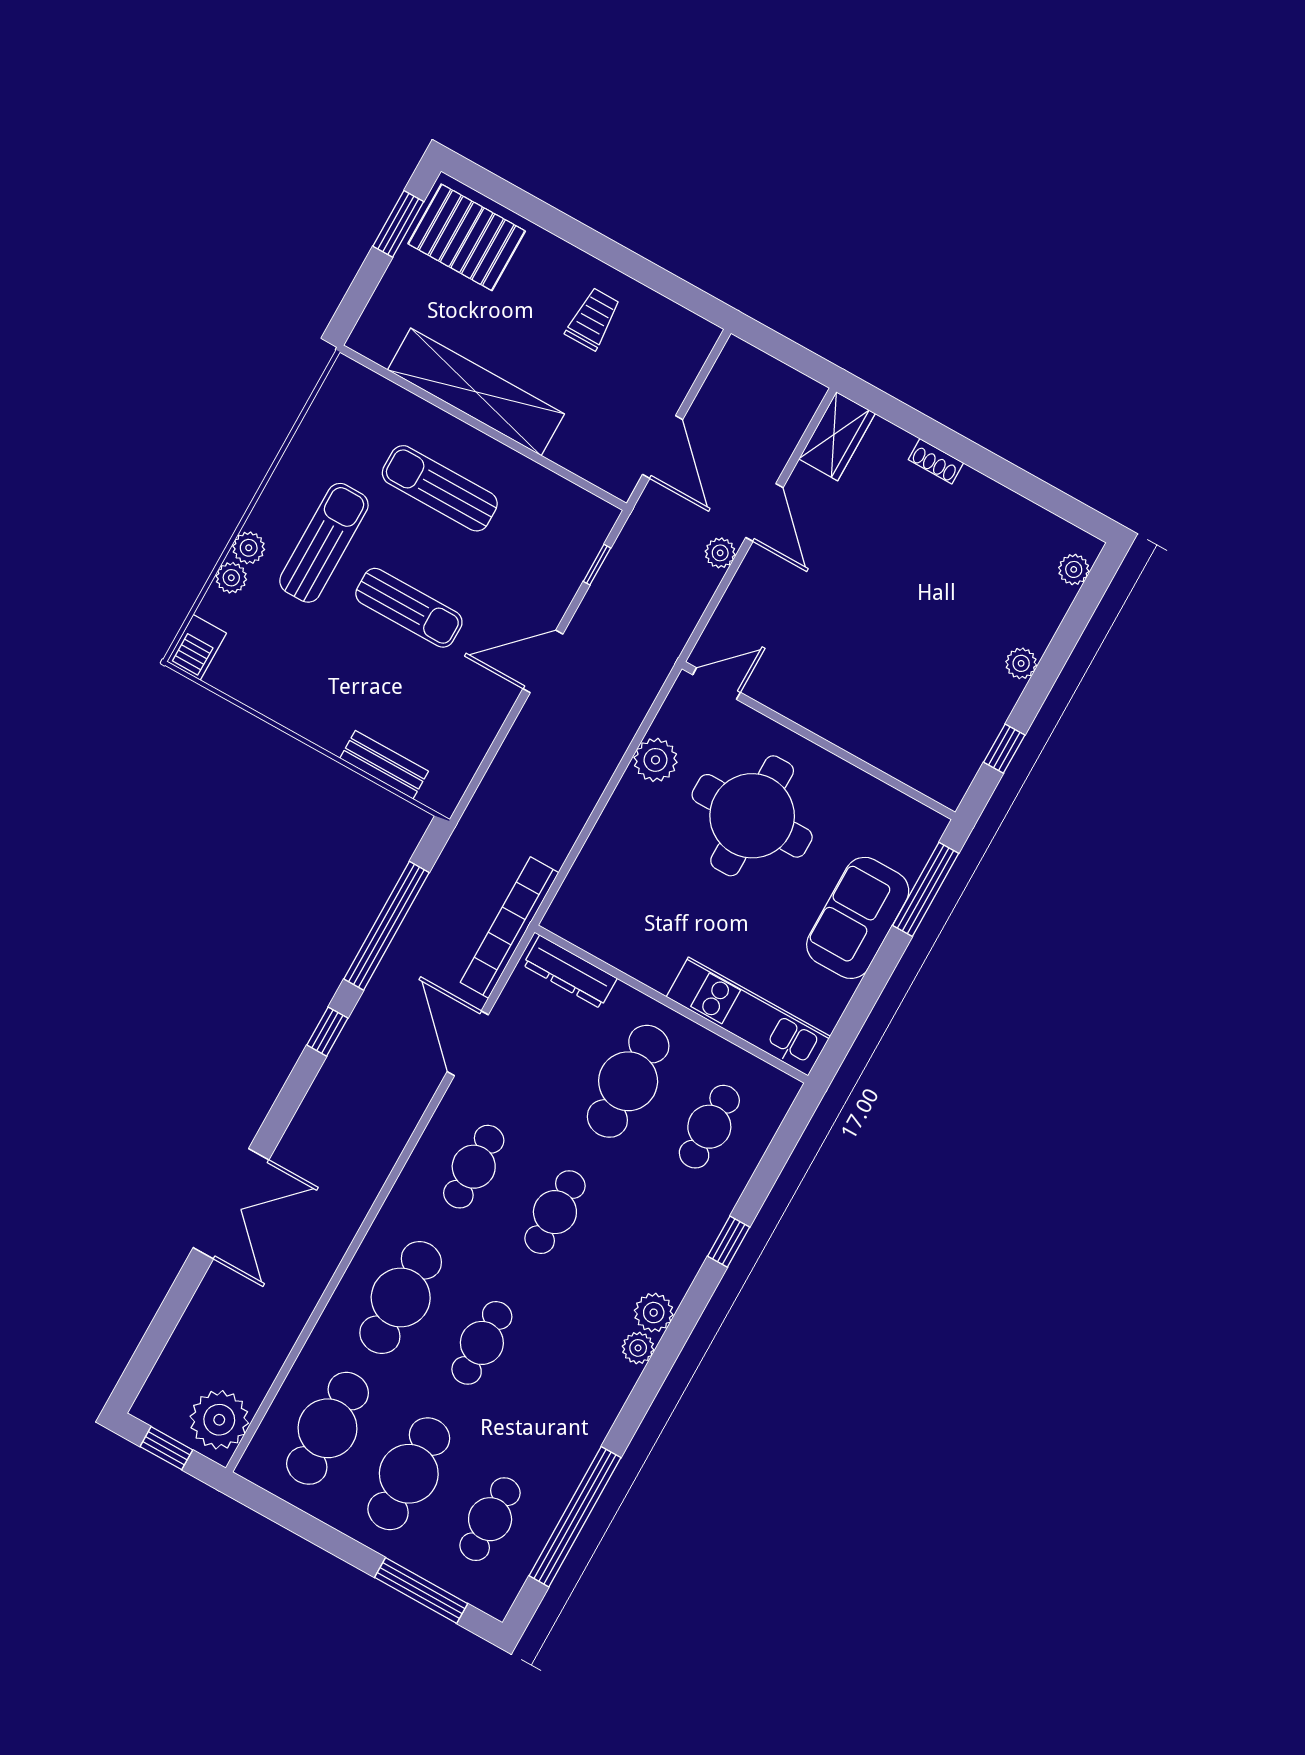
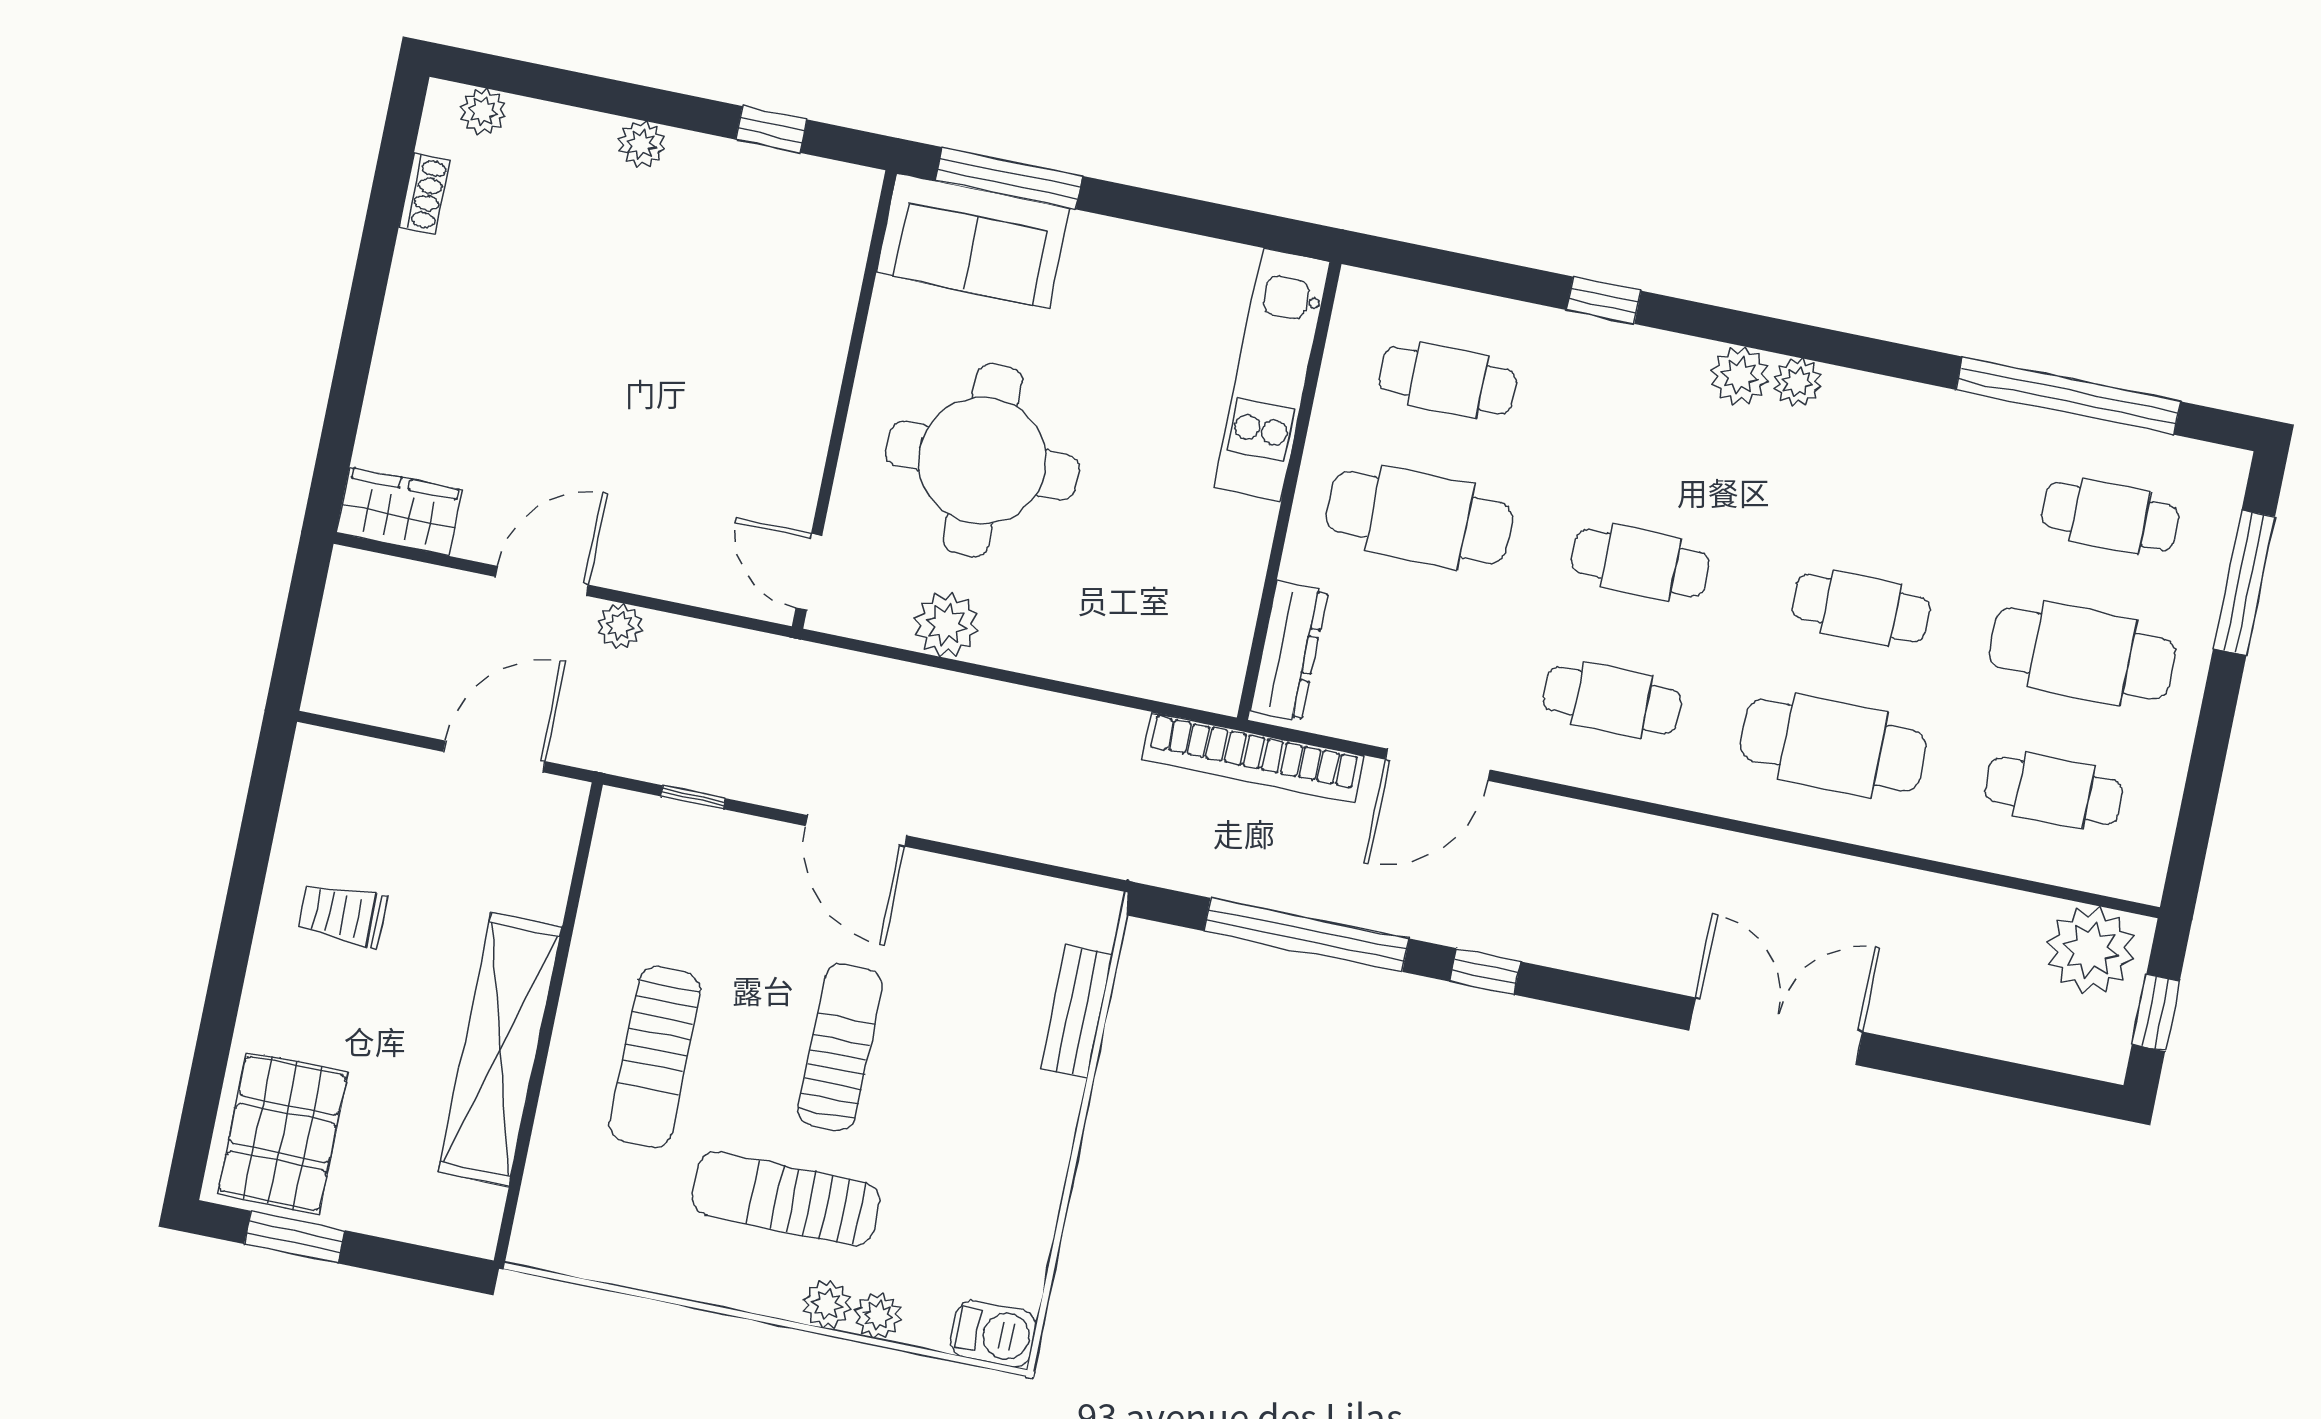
shoe rack: (936, 461) -> (424, 194), moved
sofa: (858, 918) -> (973, 240), moved
cafe table: (328, 1428) -> (2054, 791), width x0.73, depth x0.74

